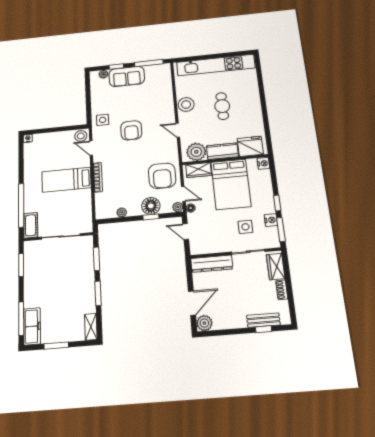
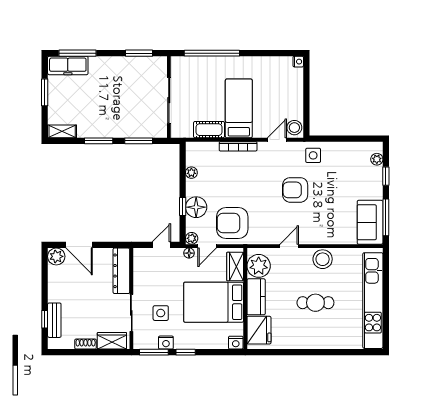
sofa: (127, 76) -> (370, 222), moved
cot: (31, 225) -> (209, 130), moved

